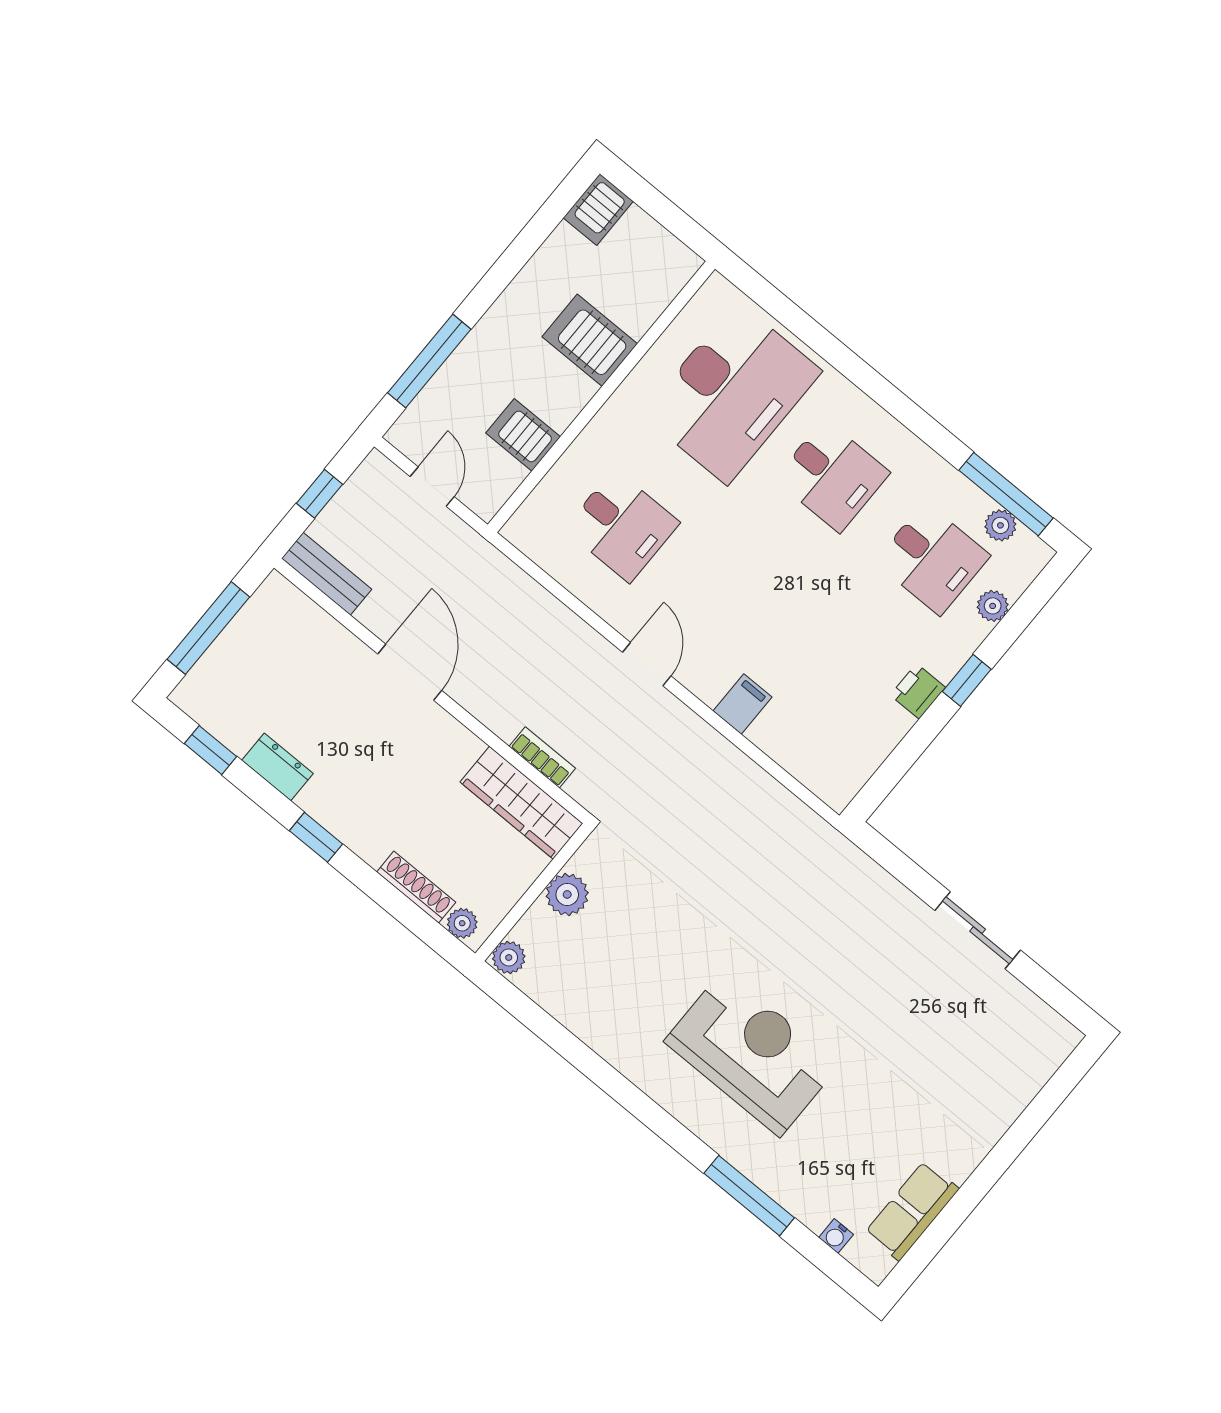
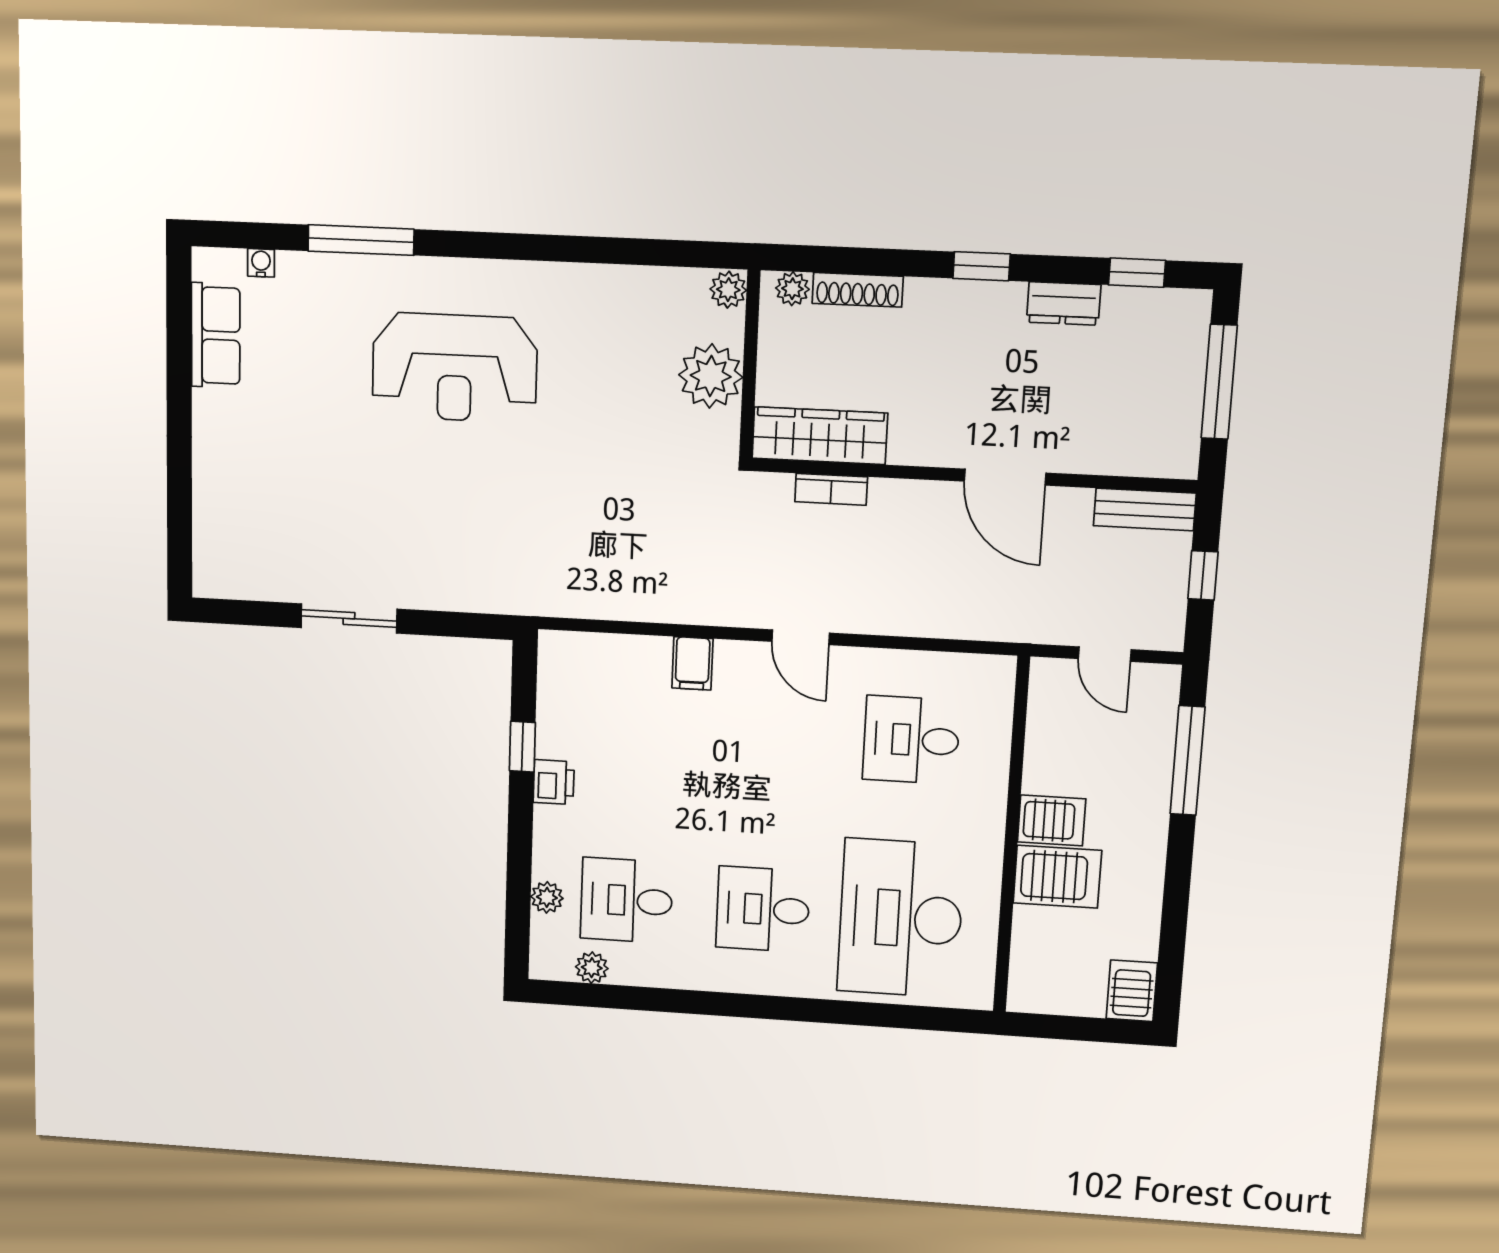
server rack: (523, 435) -> (1052, 820), moved
window: (1006, 494) -> (607, 996), removed
window: (967, 680) -> (522, 747), moved
plant: (567, 894) -> (711, 376), width x1.36, depth x1.36

